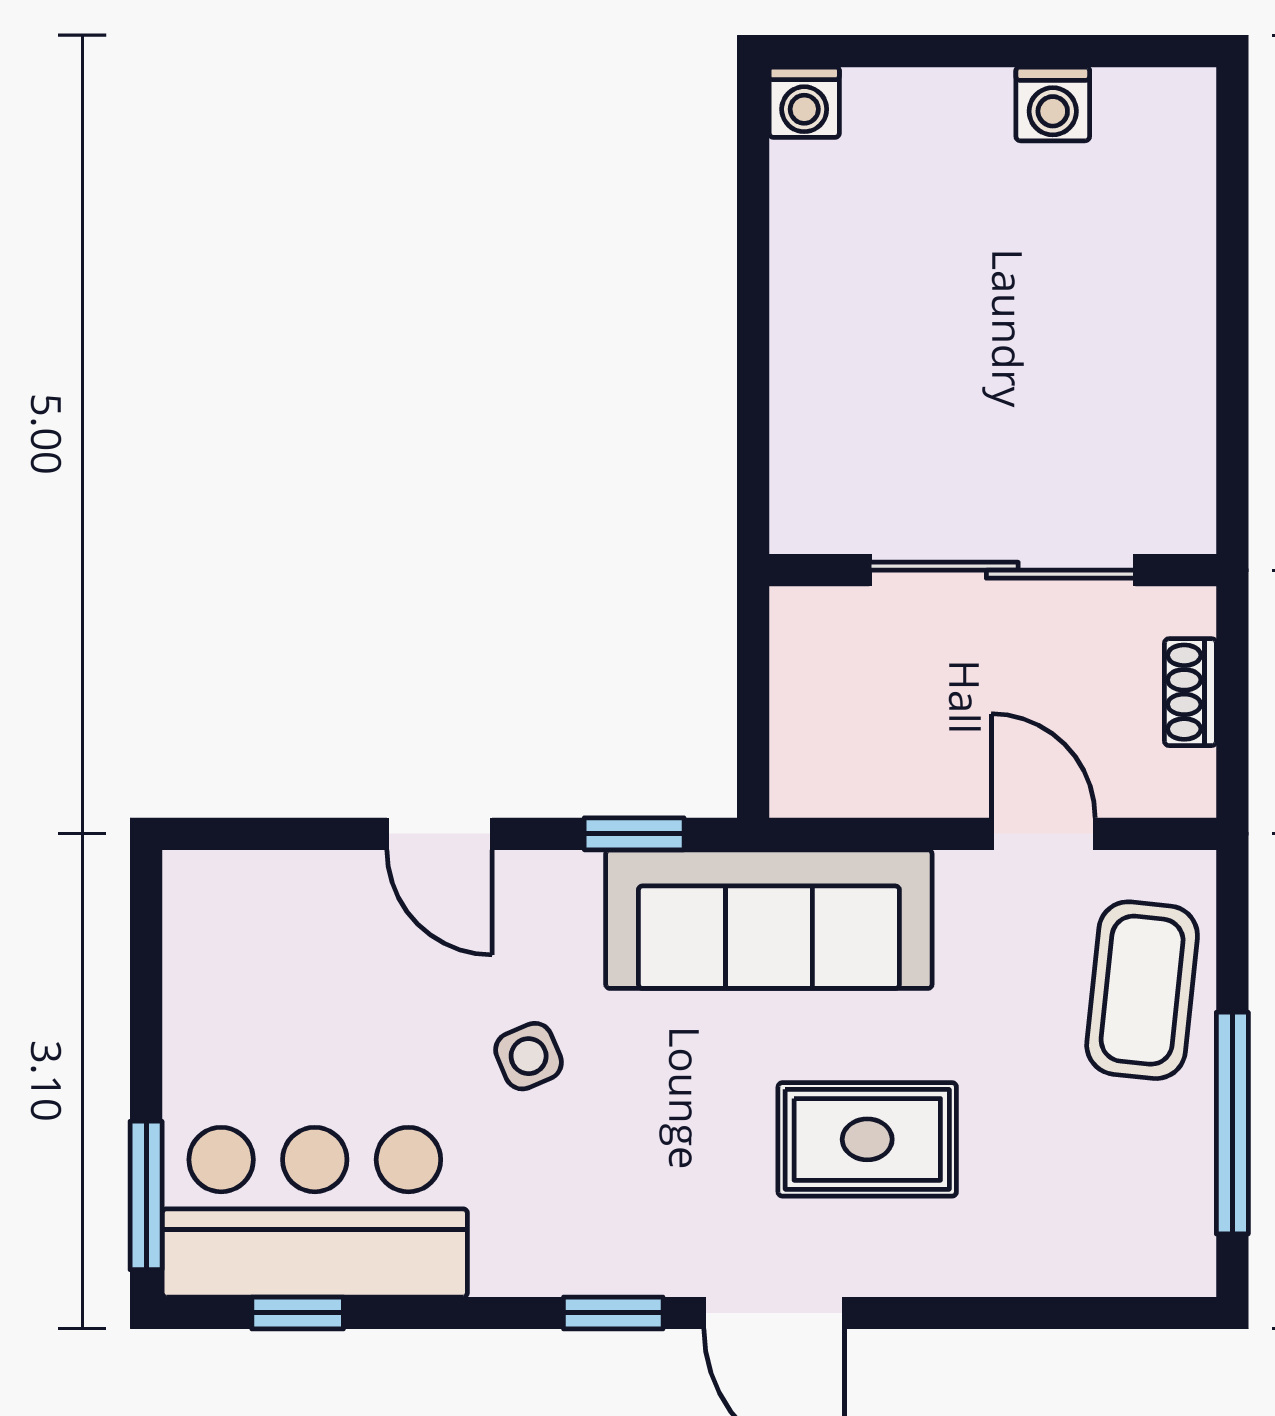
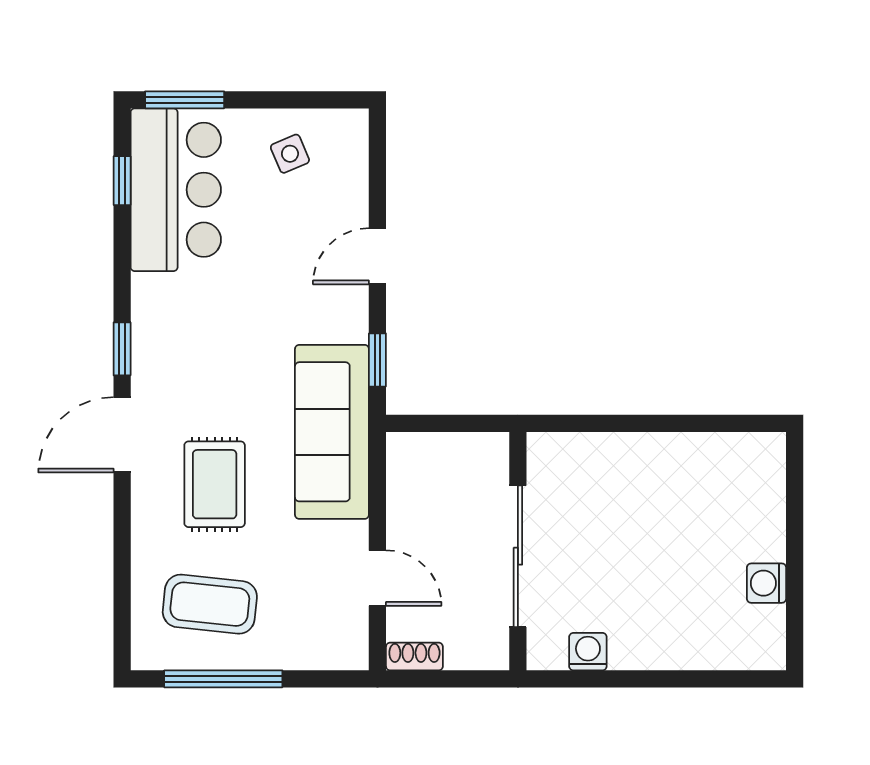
washing machine: (804, 102) -> (588, 652), moved, turned 90
shoe rack: (1190, 692) -> (414, 657), moved
door: (1043, 834) -> (377, 578), hinge flipped
coffee table: (1142, 990) -> (210, 604), moved
side table: (529, 1056) -> (290, 154), moved

